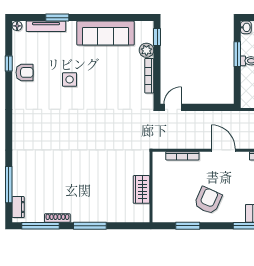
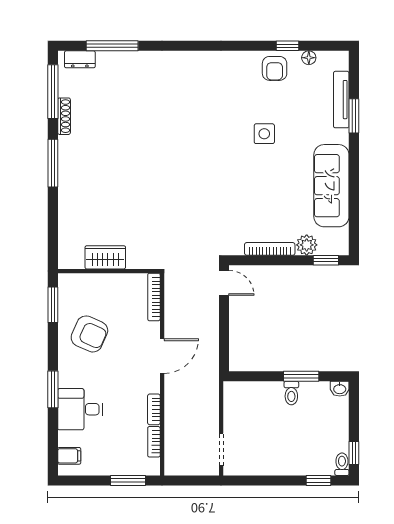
floor lamp: (17, 26) -> (309, 58), moved
wall: (151, 187) -> (109, 271), moved
wardrobe: (141, 189) -> (105, 257), moved

